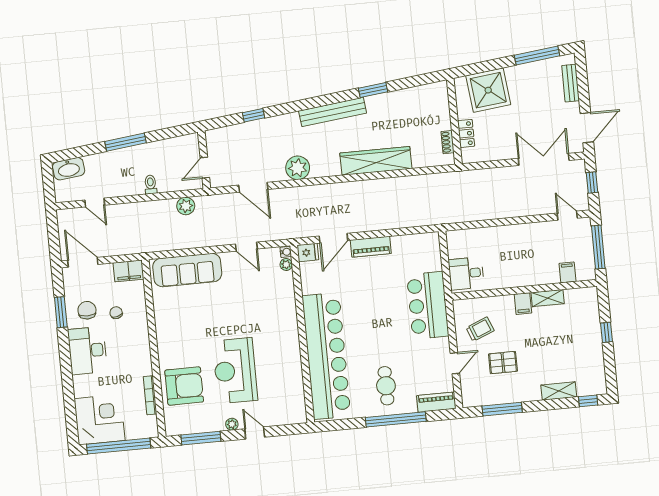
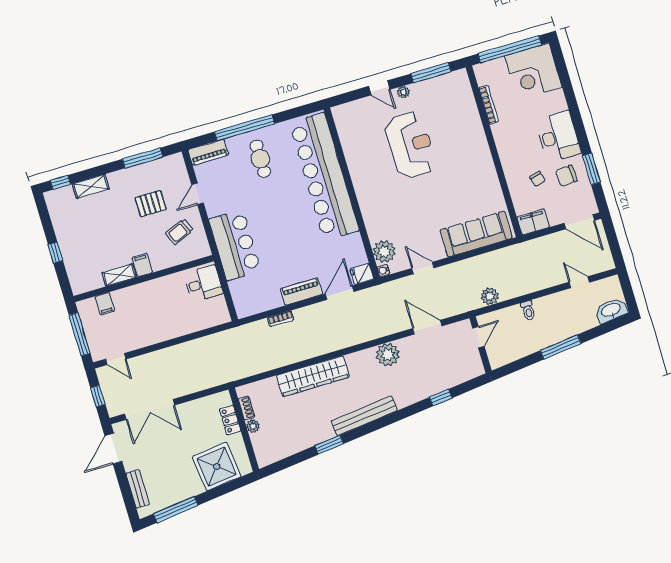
plant: (445, 123) -> (253, 426), added
bookcase: (397, 224) -> (281, 319), added
plant: (286, 265) -> (384, 252), width x1.87, depth x1.87
chair: (87, 310) -> (566, 176), turned 86
armchair: (184, 386) -> (457, 120), removed

